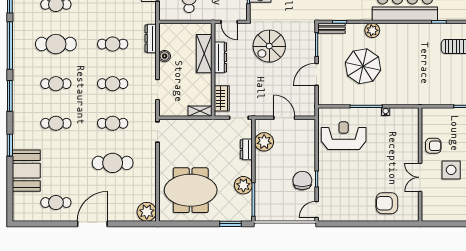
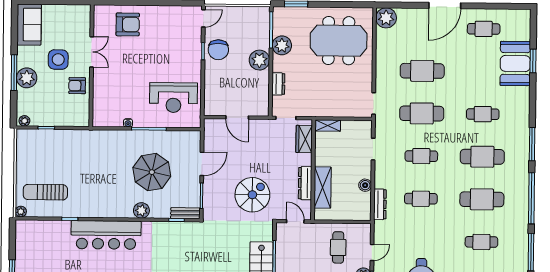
cafe table: (56, 84) -> (482, 157), width x1.37, depth x1.35
cafe table: (113, 123) -> (422, 113), width x1.37, depth x1.35
plant: (264, 142) -> (259, 60), moved
window: (10, 145) -> (533, 61), moved

